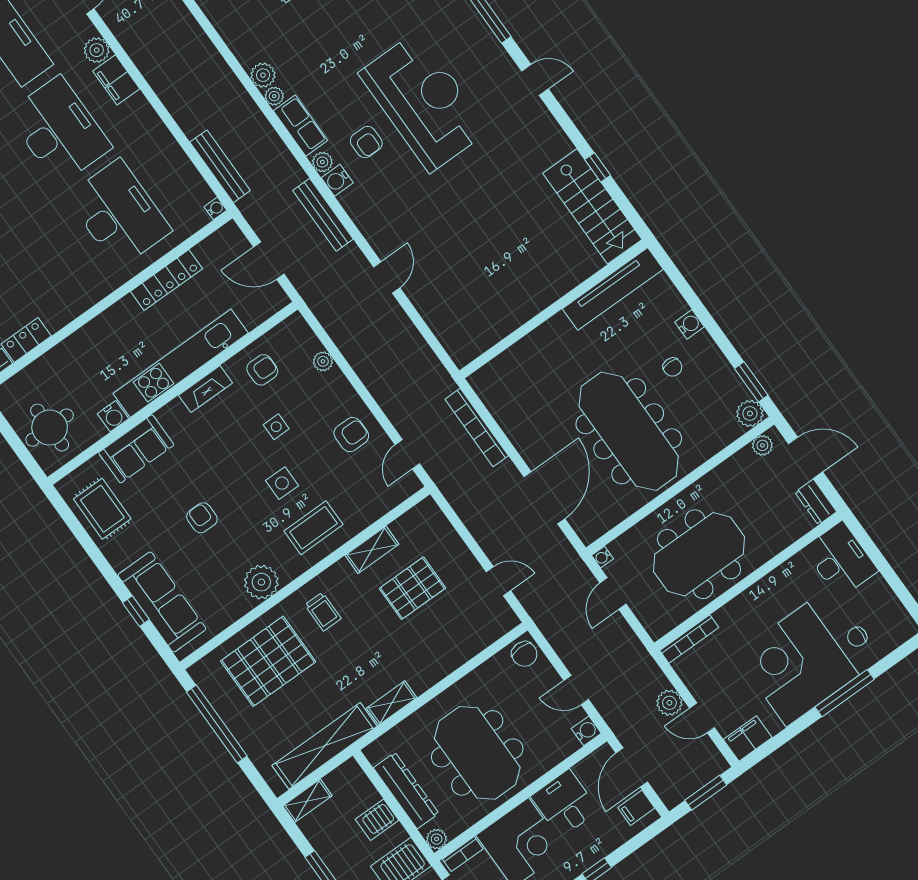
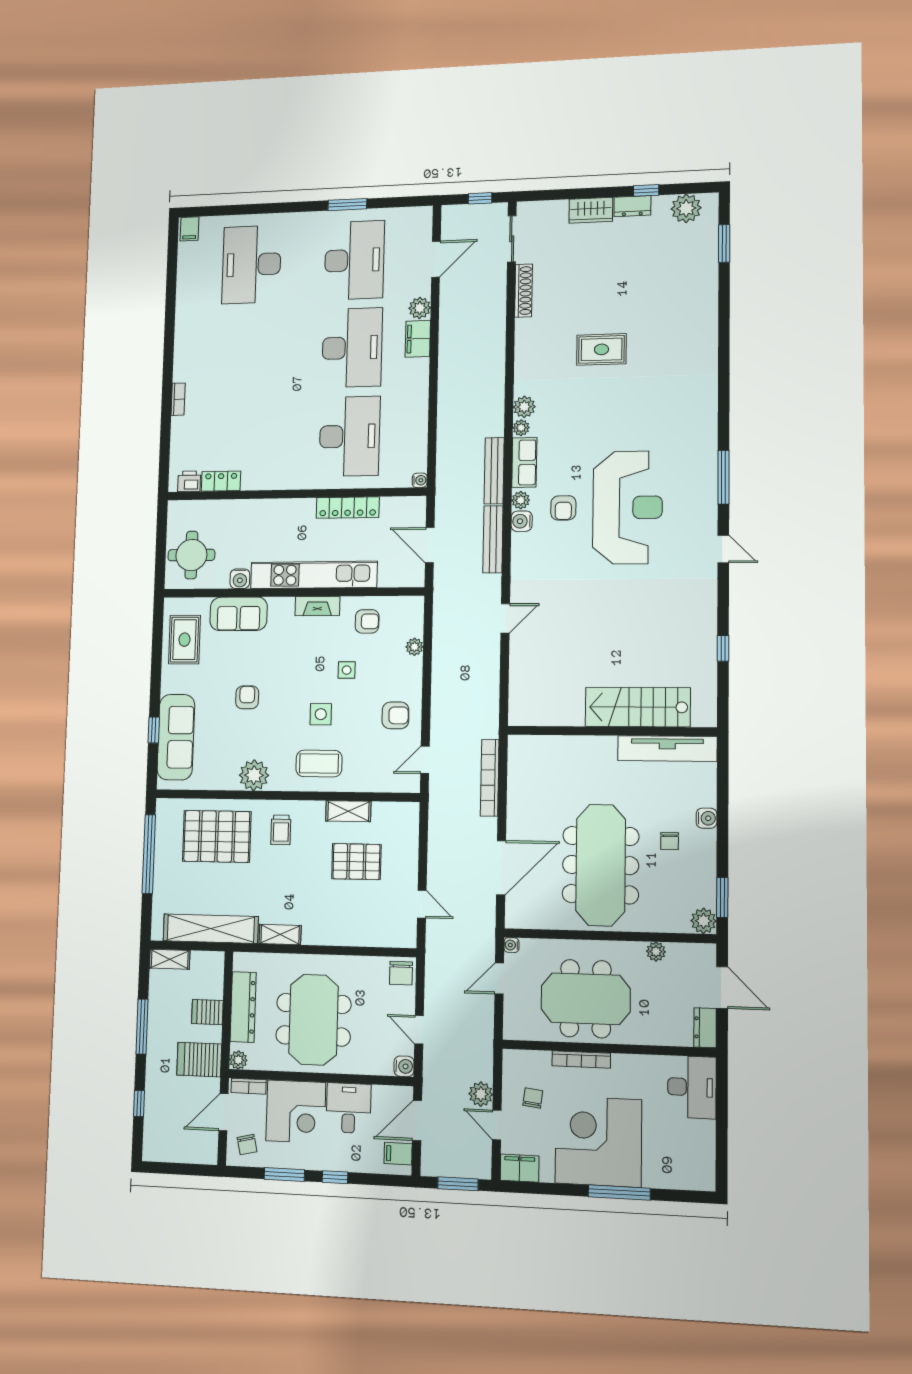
bench: (220, 166) -> (494, 471), moved
stairs: (592, 206) -> (638, 707), moved, turned 90
plant: (762, 445) -> (656, 951), moved
chair: (857, 637) -> (533, 1098), moved, turned 97
bookcase: (689, 639) -> (581, 1059), moved

